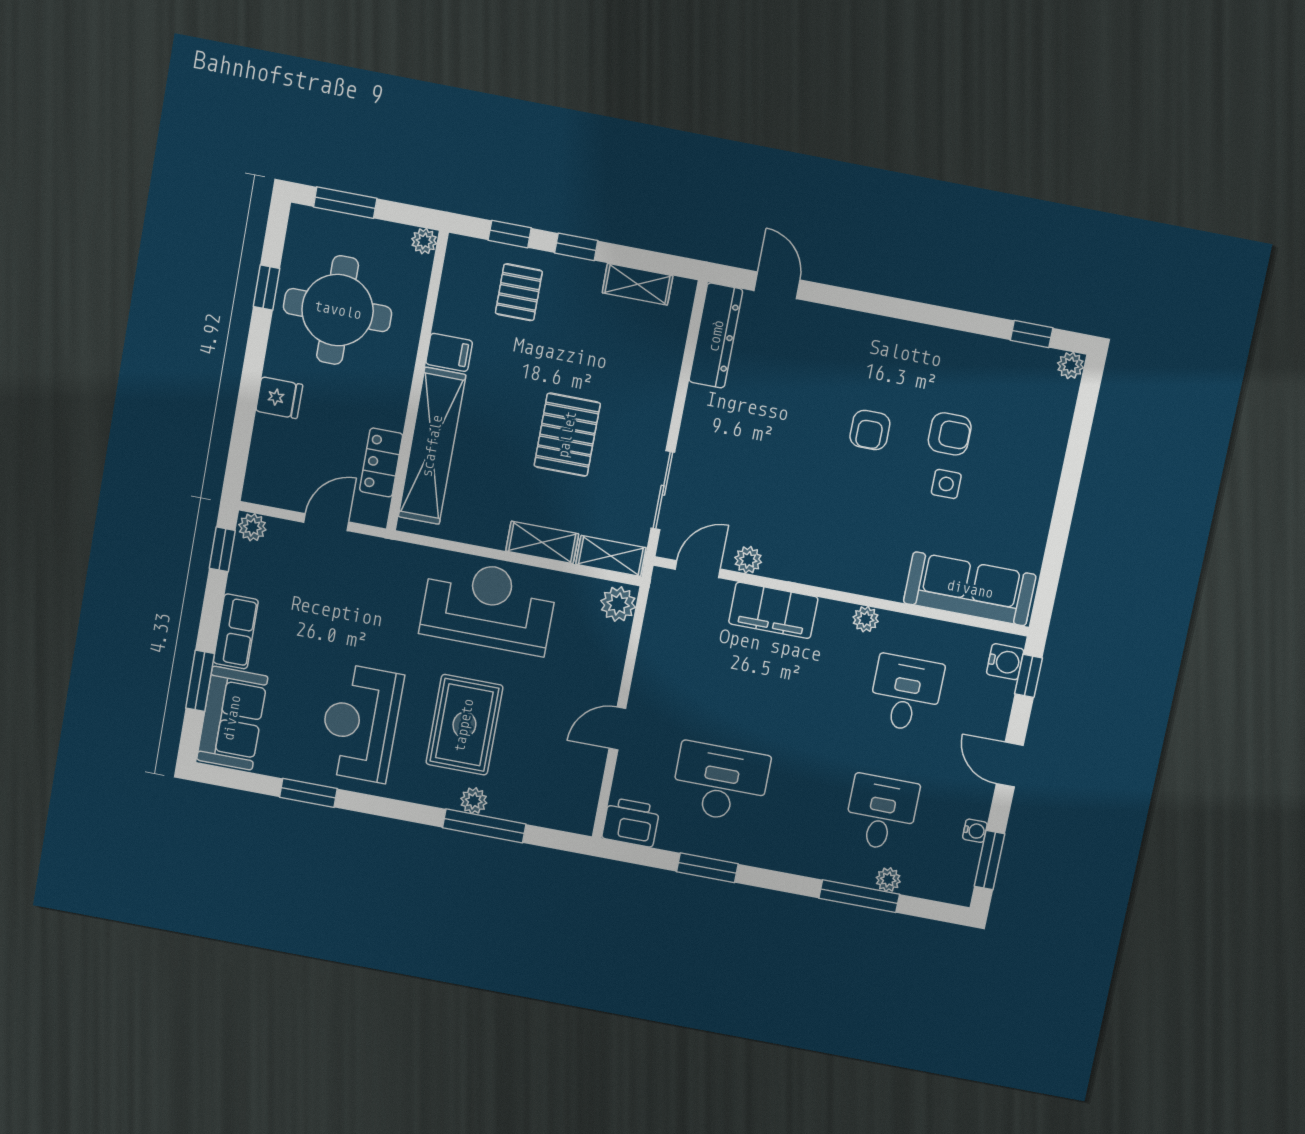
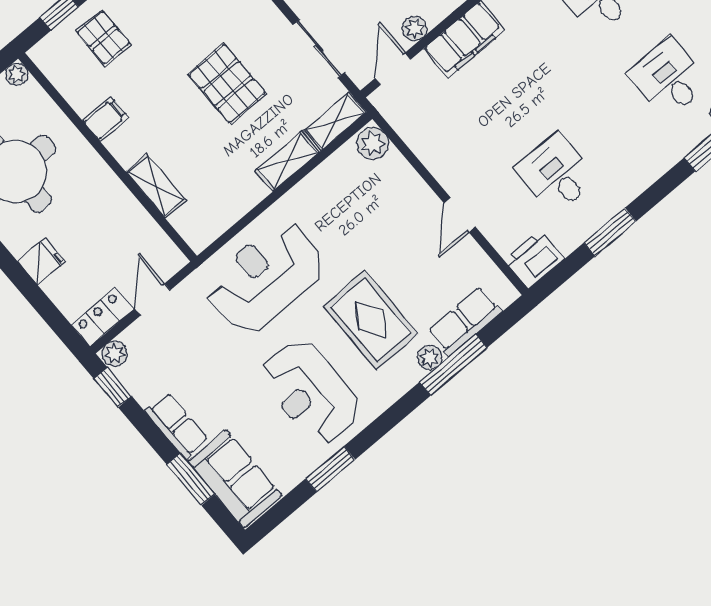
shelving: (432, 446) -> (156, 186), width x0.45, depth x0.75
locker: (381, 462) -> (102, 317), moved, turned 90
reception desk: (488, 606) -> (265, 277), moved
desk: (720, 782) -> (556, 174), width x0.73
row of seats: (529, 806) -> (465, 321), added

